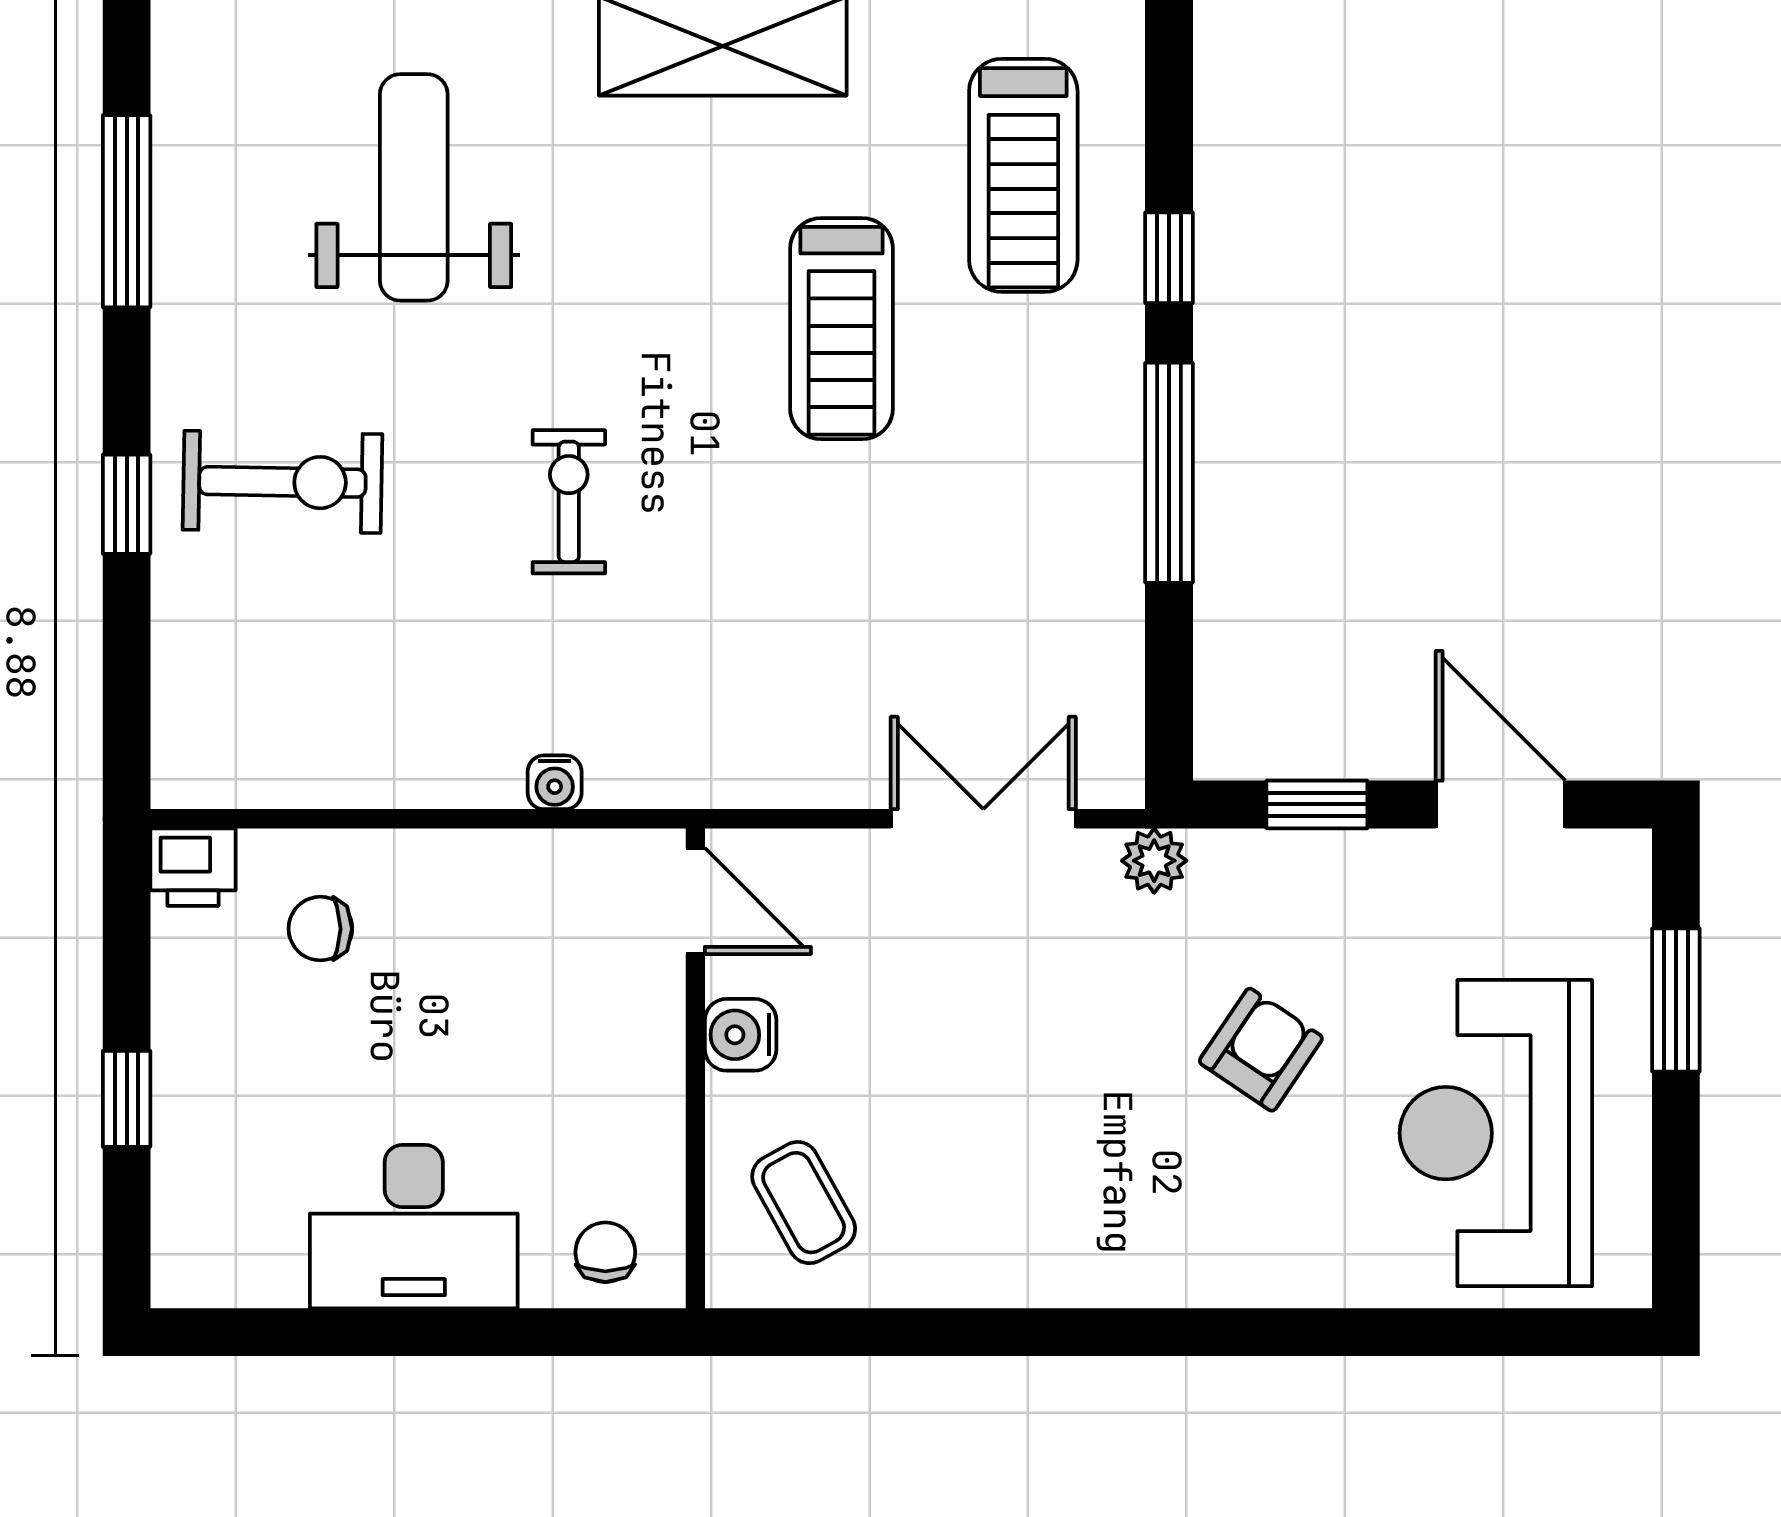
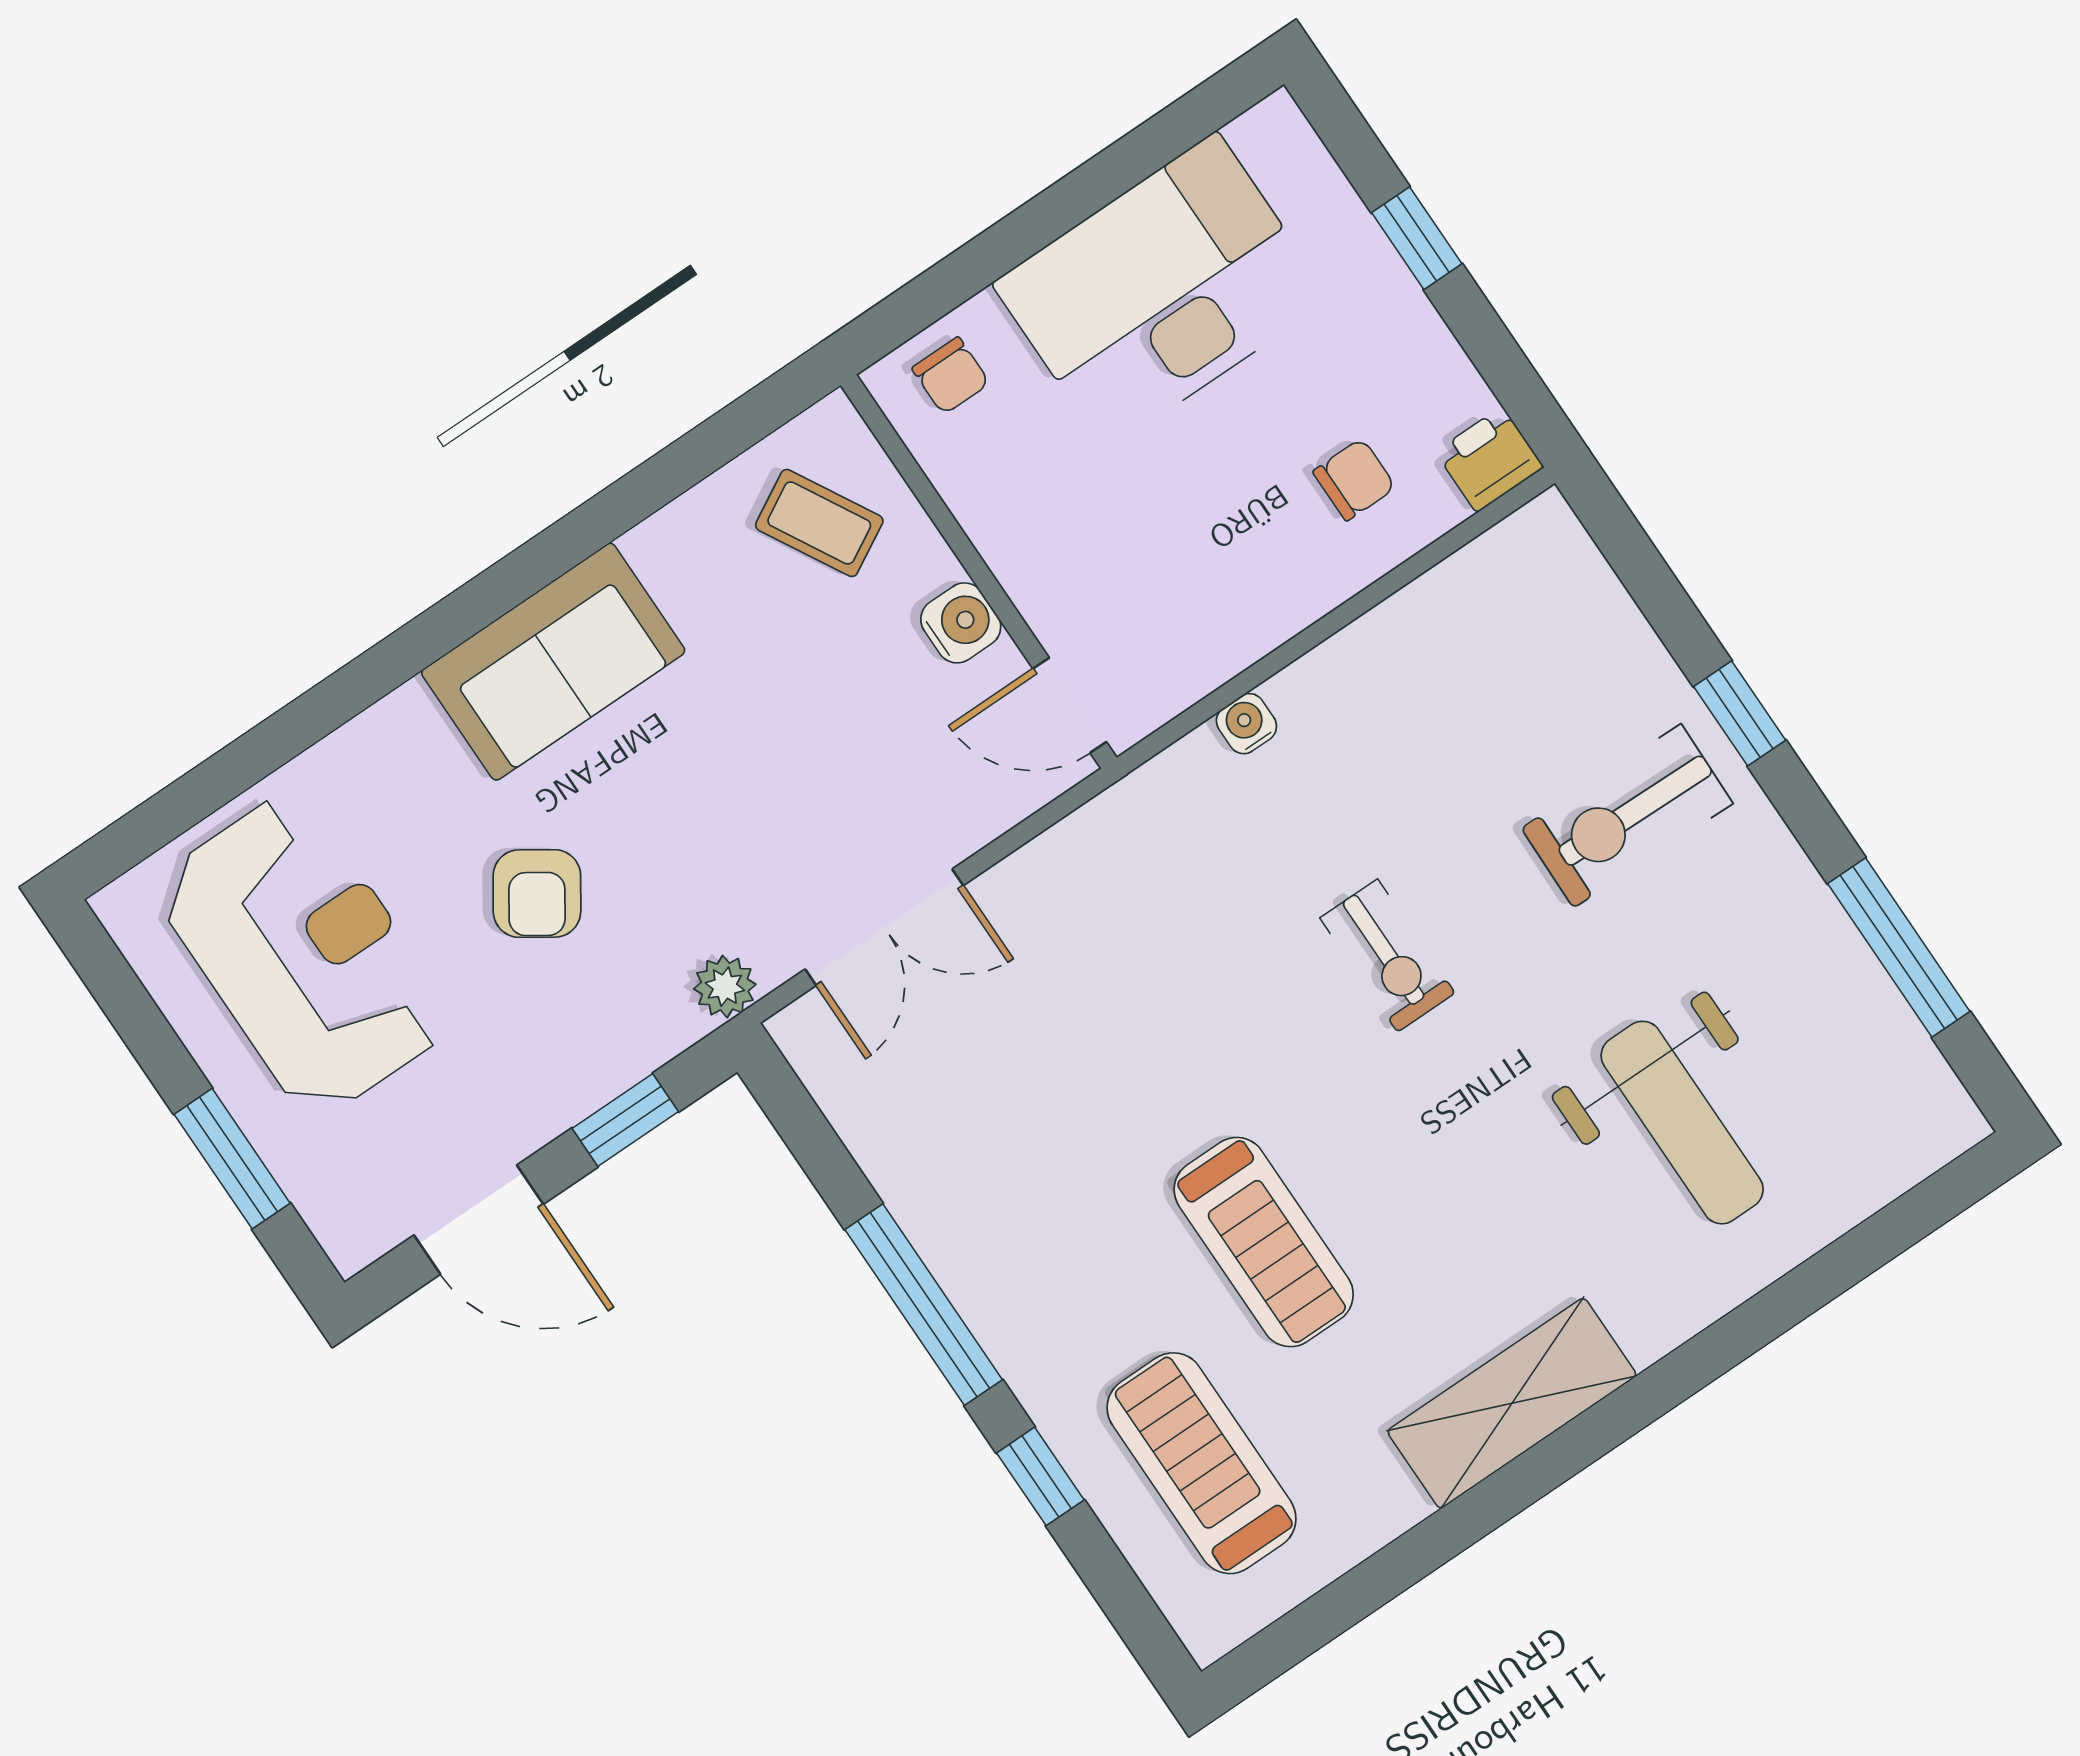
treadmill: (842, 329) -> (1264, 1242), turned 180
desk: (414, 1227) -> (1161, 291), width x1.36, depth x1.30
sofa: (1112, 1239) -> (553, 662), added

